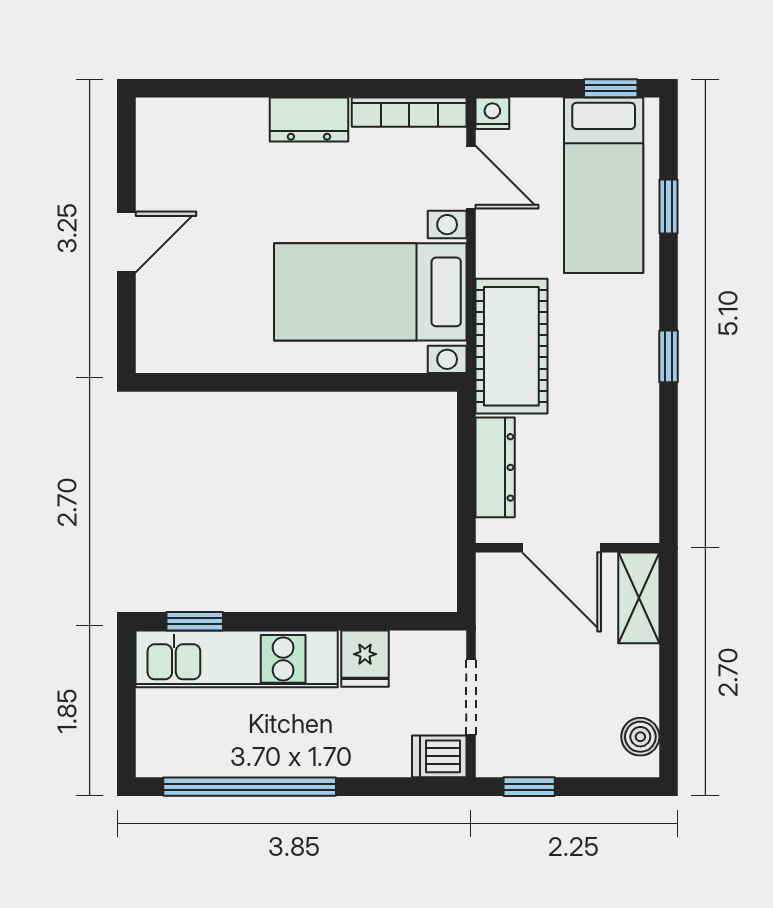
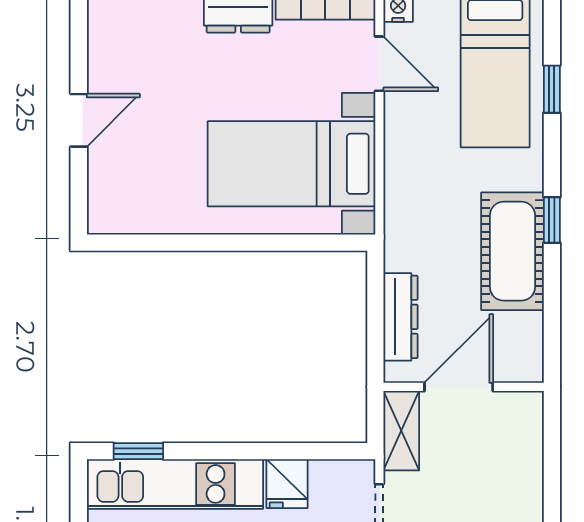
cot: (511, 346) -> (512, 251), moved
door: (562, 548) -> (459, 387), swing flipped
shelving: (639, 598) -> (401, 431), moved

